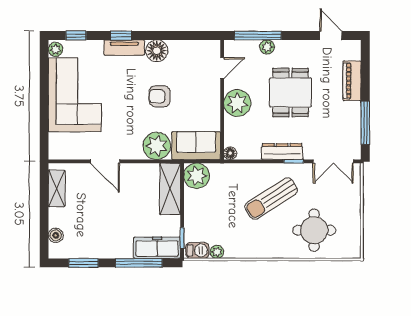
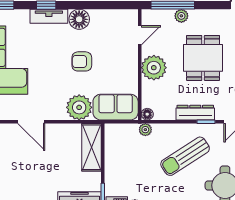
plant: (197, 176) -> (145, 130), moved, width x0.53, depth x0.53

